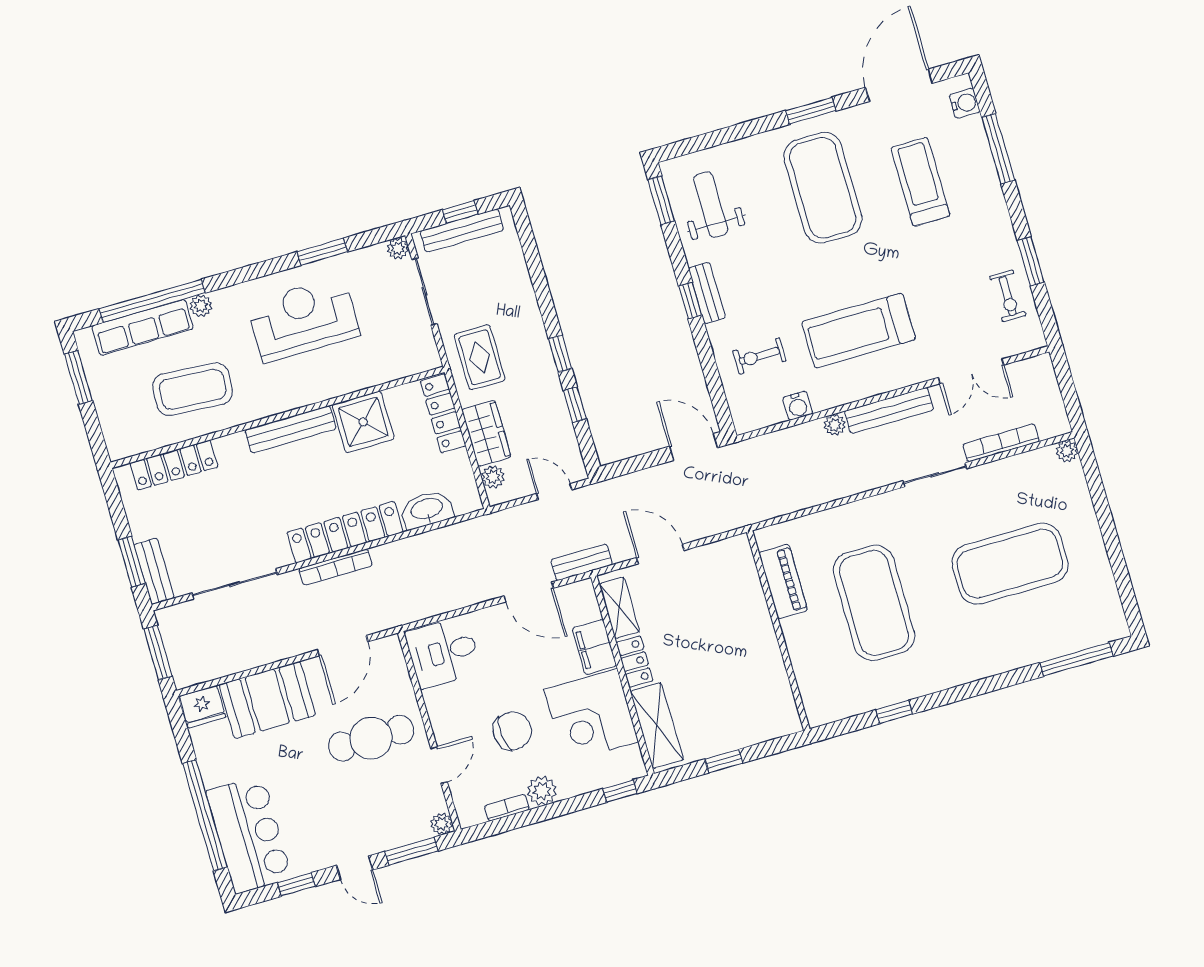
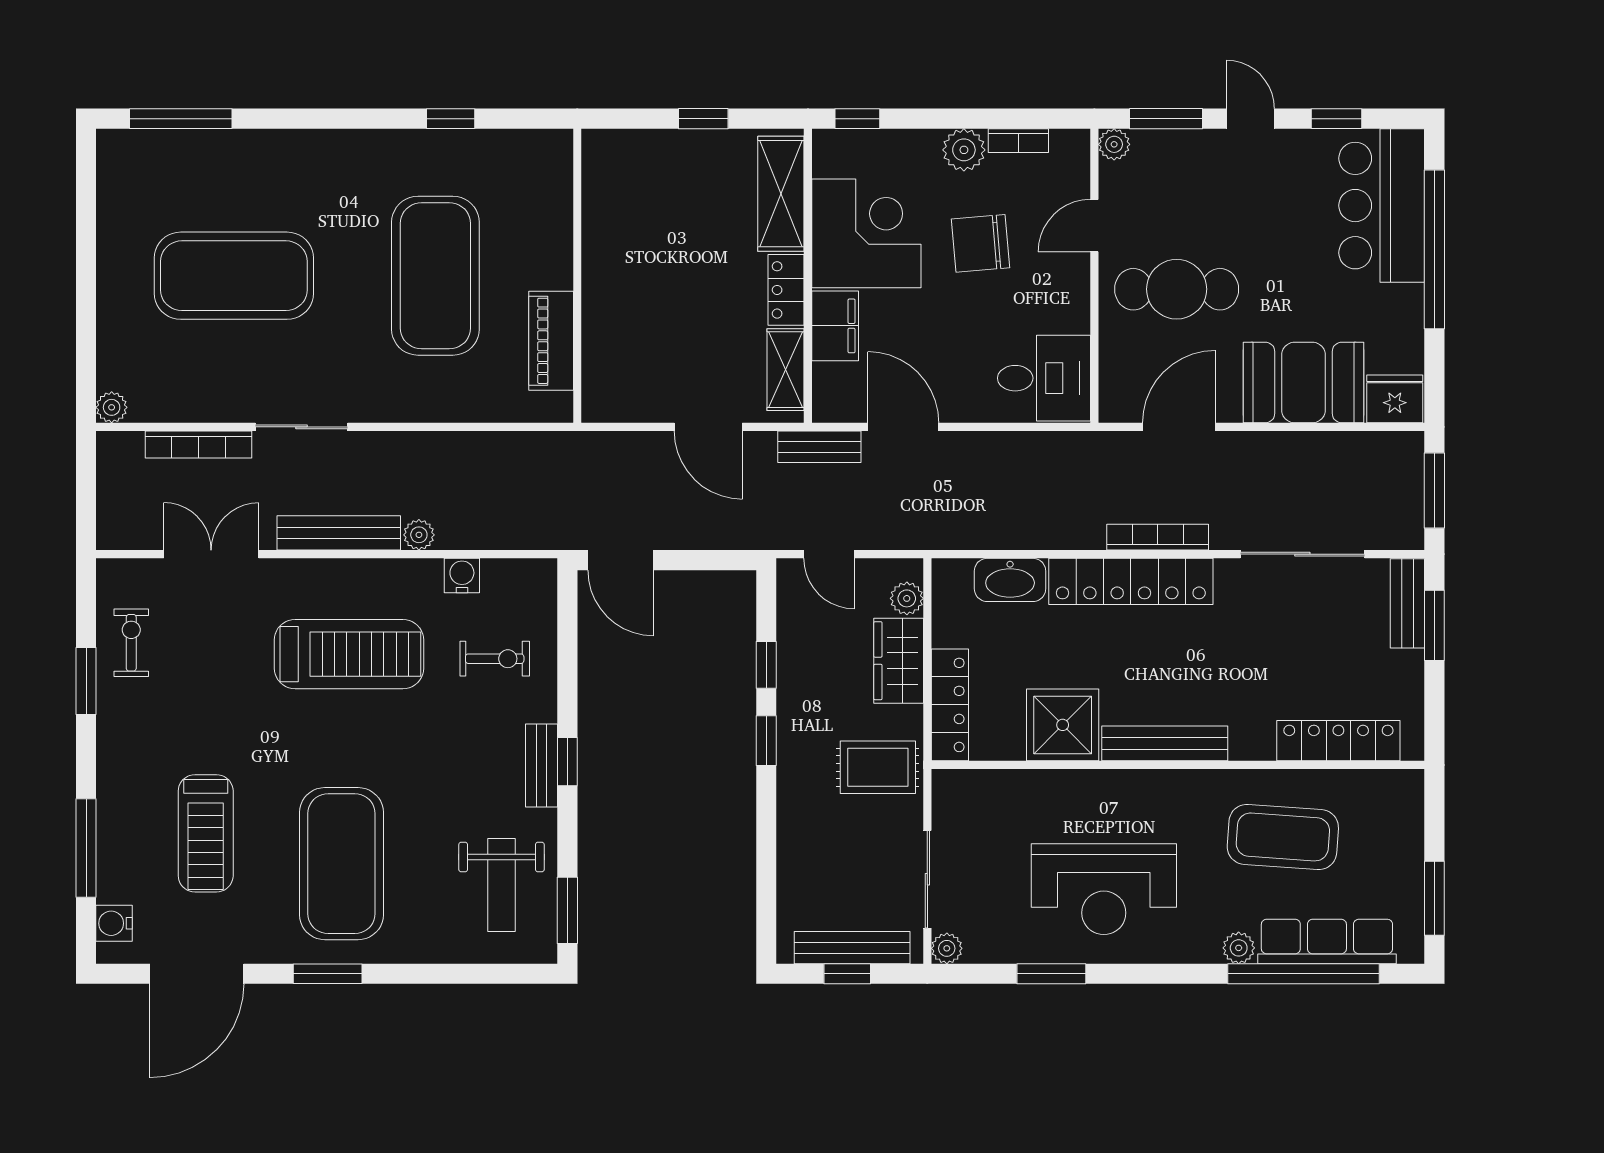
rug: (480, 357) -> (878, 767), turned 90

